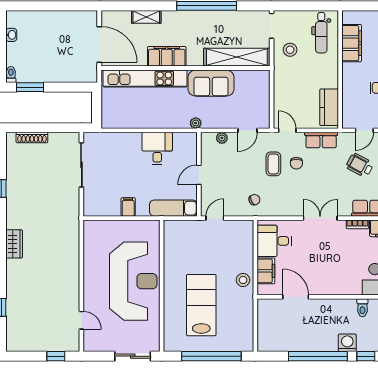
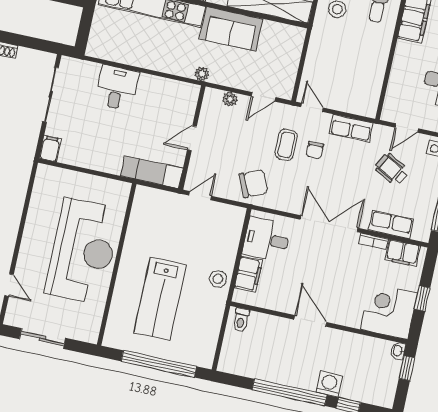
kitchen counter: (329, 107) -> (370, 90), removed
desk: (157, 148) -> (117, 88), moved
chair: (254, 200) -> (253, 184), width x1.87, depth x1.87
filing cabinet: (128, 207) -> (50, 149), moved
double door: (320, 218) -> (329, 224), width x1.37
door: (296, 297) -> (310, 321), moved
lab bench: (201, 305) -> (160, 299), turned 180
toilet: (362, 308) -> (241, 320), moved
sliding door: (133, 356) -> (42, 339), moved

